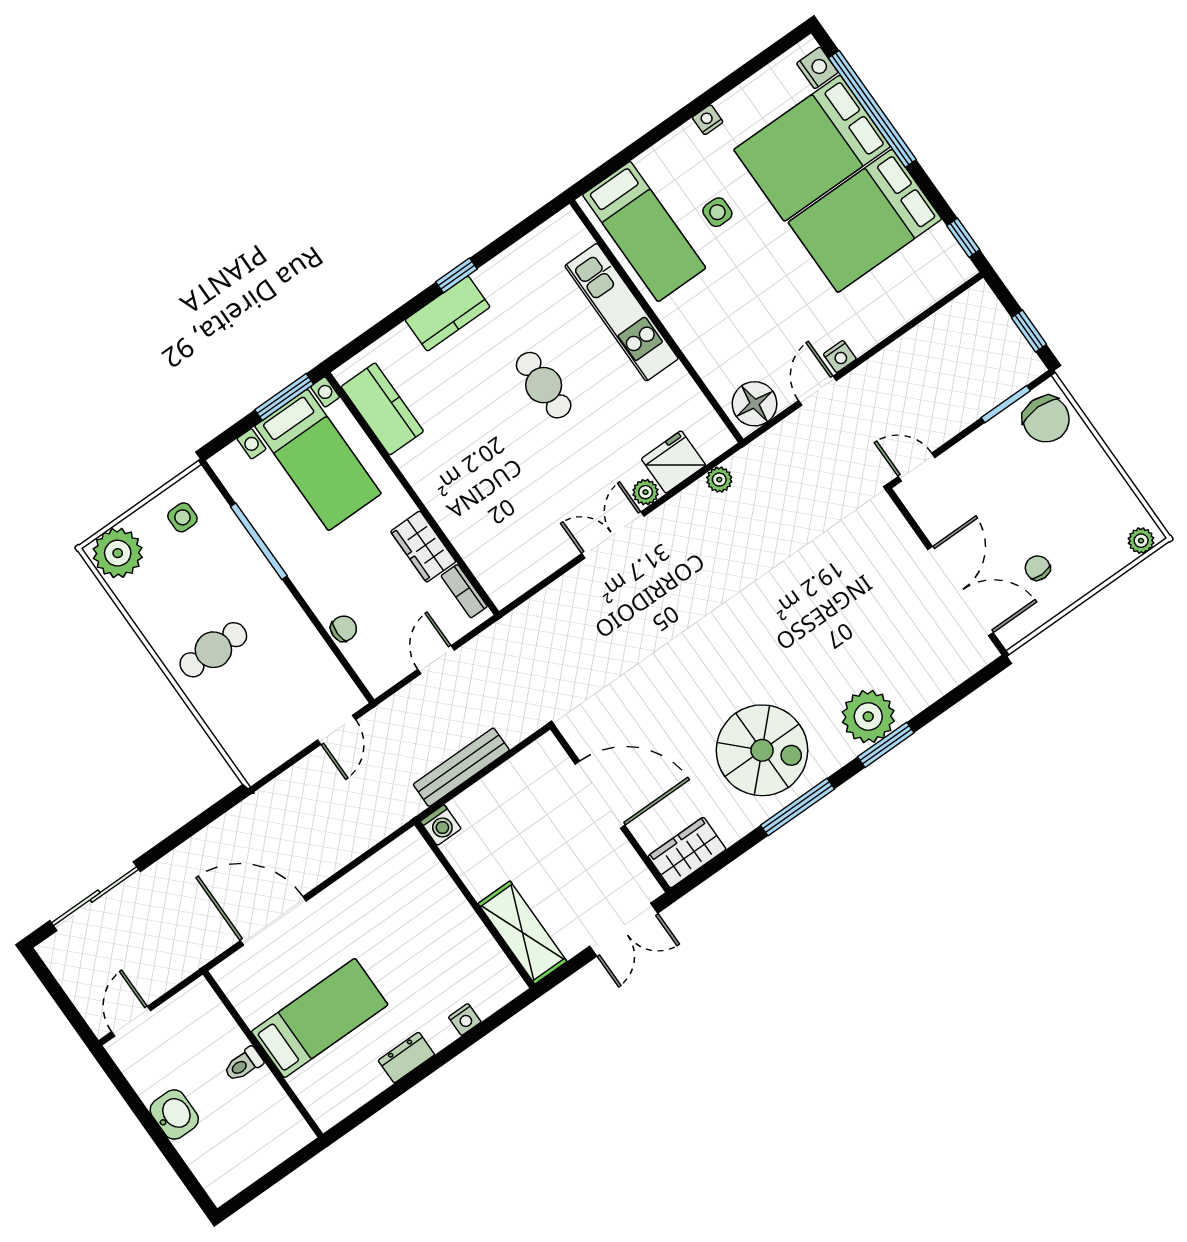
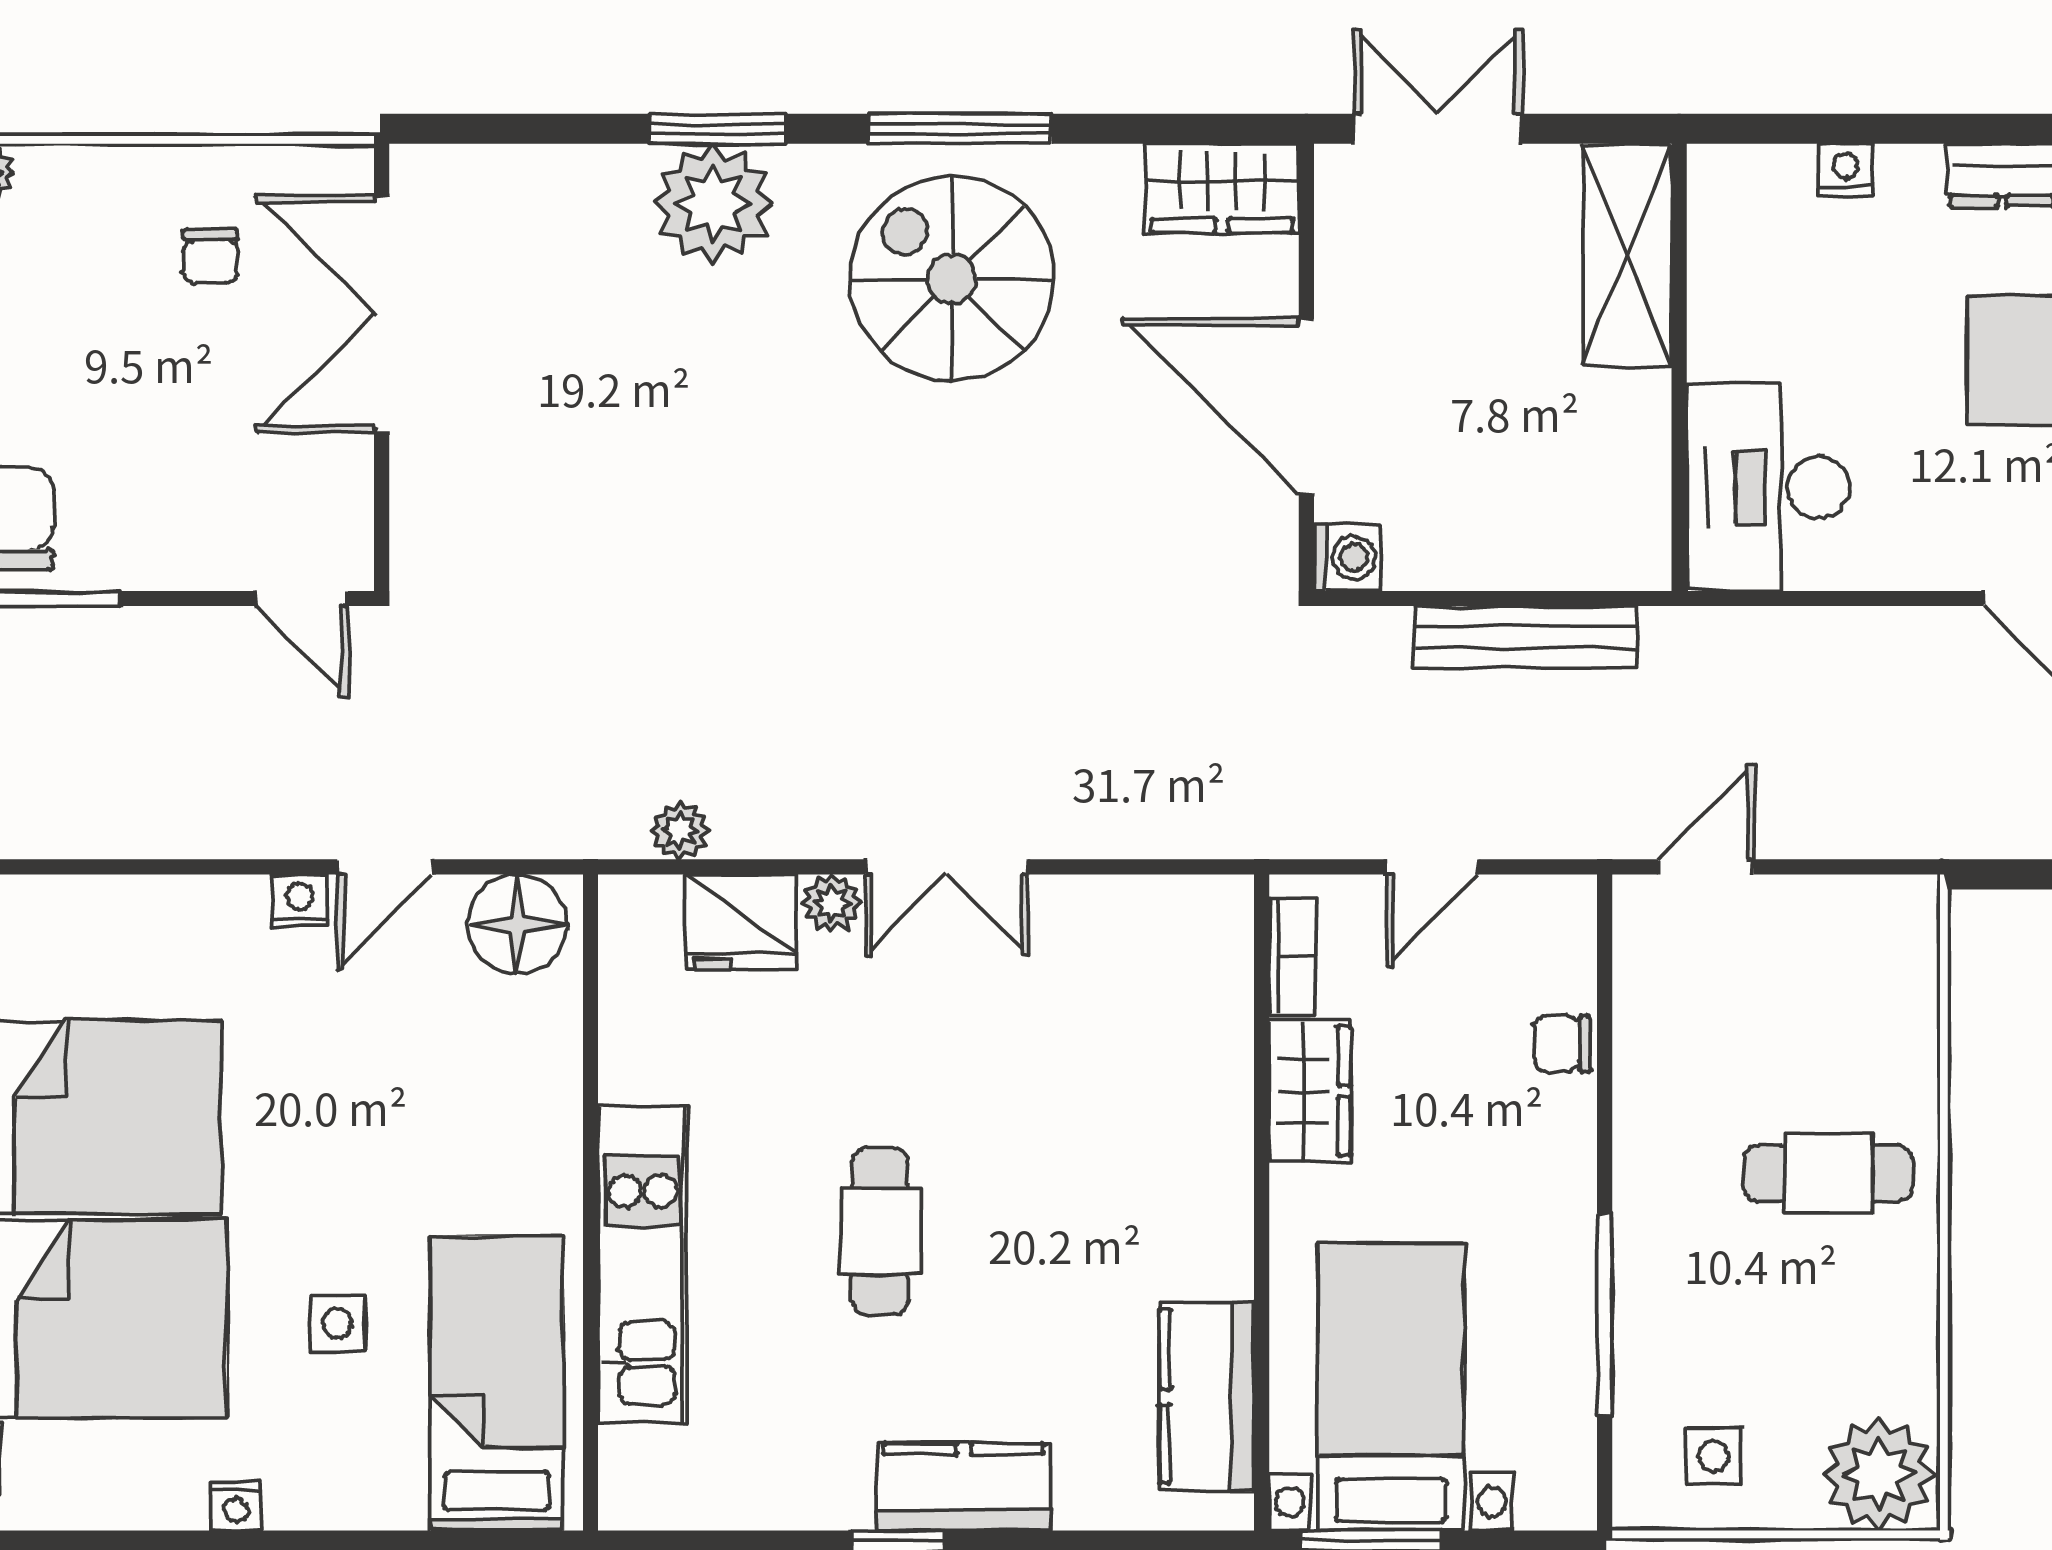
washing machine: (441, 825) -> (1347, 558), moved, turned 90
desk: (411, 884) -> (1768, 487), added

